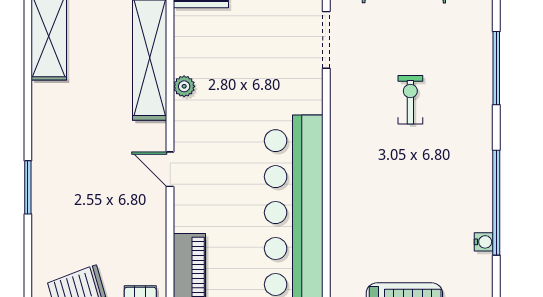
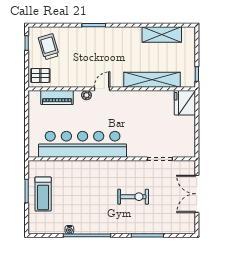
plant: (184, 86) -> (86, 95), moved
exercise bike: (410, 100) -> (133, 197), width x1.38, depth x1.39

